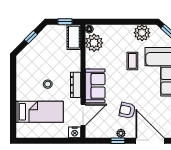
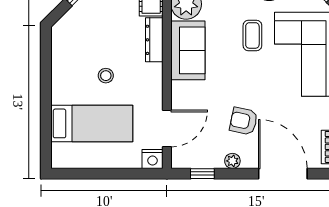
dresser: (76, 85) -> (154, 40), moved
sofa: (95, 86) -> (188, 50), moved
window: (118, 141) -> (202, 174), moved

